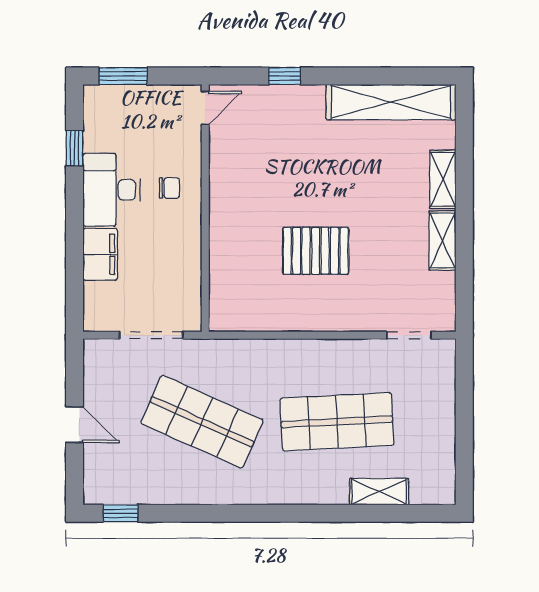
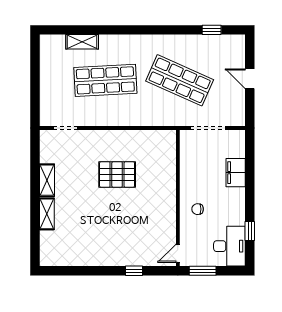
window: (123, 76) -> (203, 271), moved
shelving: (391, 102) -> (75, 256), removed
desk: (111, 190) -> (229, 246), moved
window: (121, 513) -> (212, 30), moved

